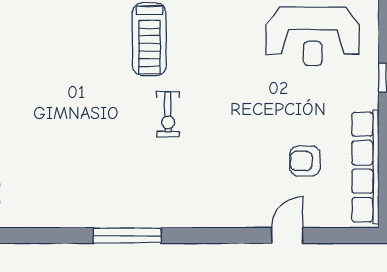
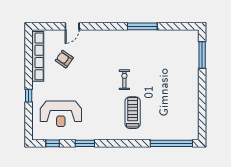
reception desk: (313, 37) -> (61, 114), turned 180
armchair: (305, 161) -> (64, 59), turned -145

